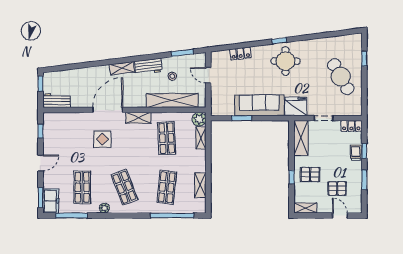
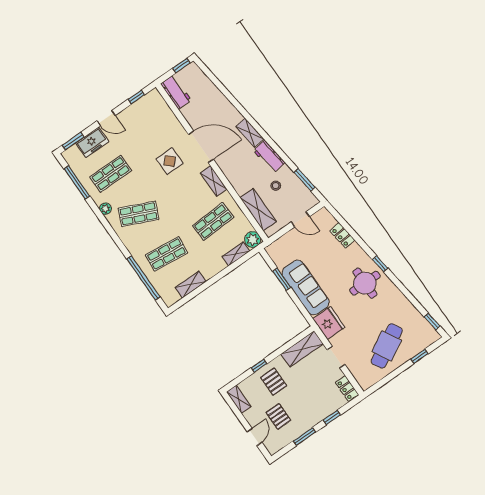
window: (346, 32) -> (432, 322), added
door: (208, 75) -> (300, 219), swing flipped
shelving: (172, 100) -> (258, 210), width x0.68
trolley: (356, 153) -> (324, 410), removed
shop shelf: (124, 187) -> (139, 214), turned 45
freezer: (51, 201) -> (92, 142), moved

